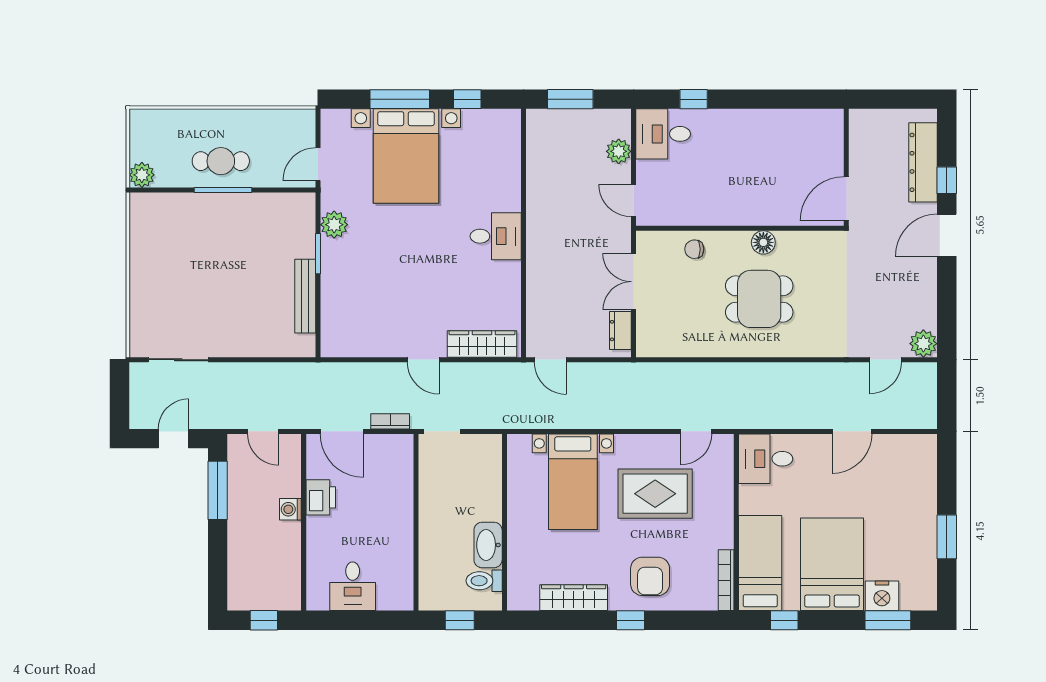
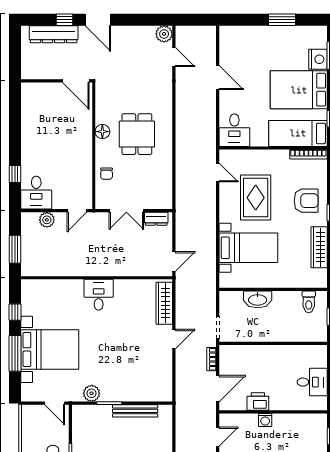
washbasin: (488, 545) -> (258, 299), moved

